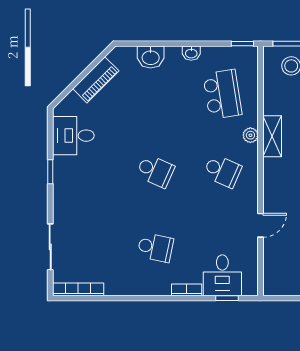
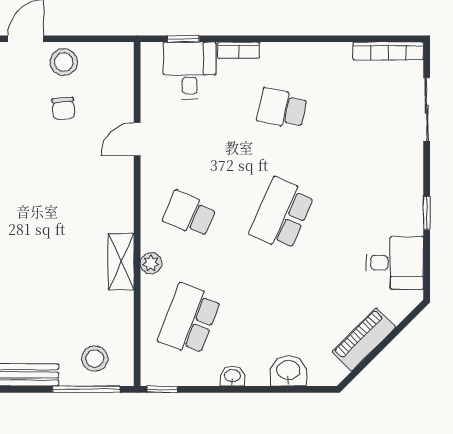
school desk: (222, 94) -> (189, 320), turned 30
school desk: (155, 171) -> (282, 214), width x1.85

